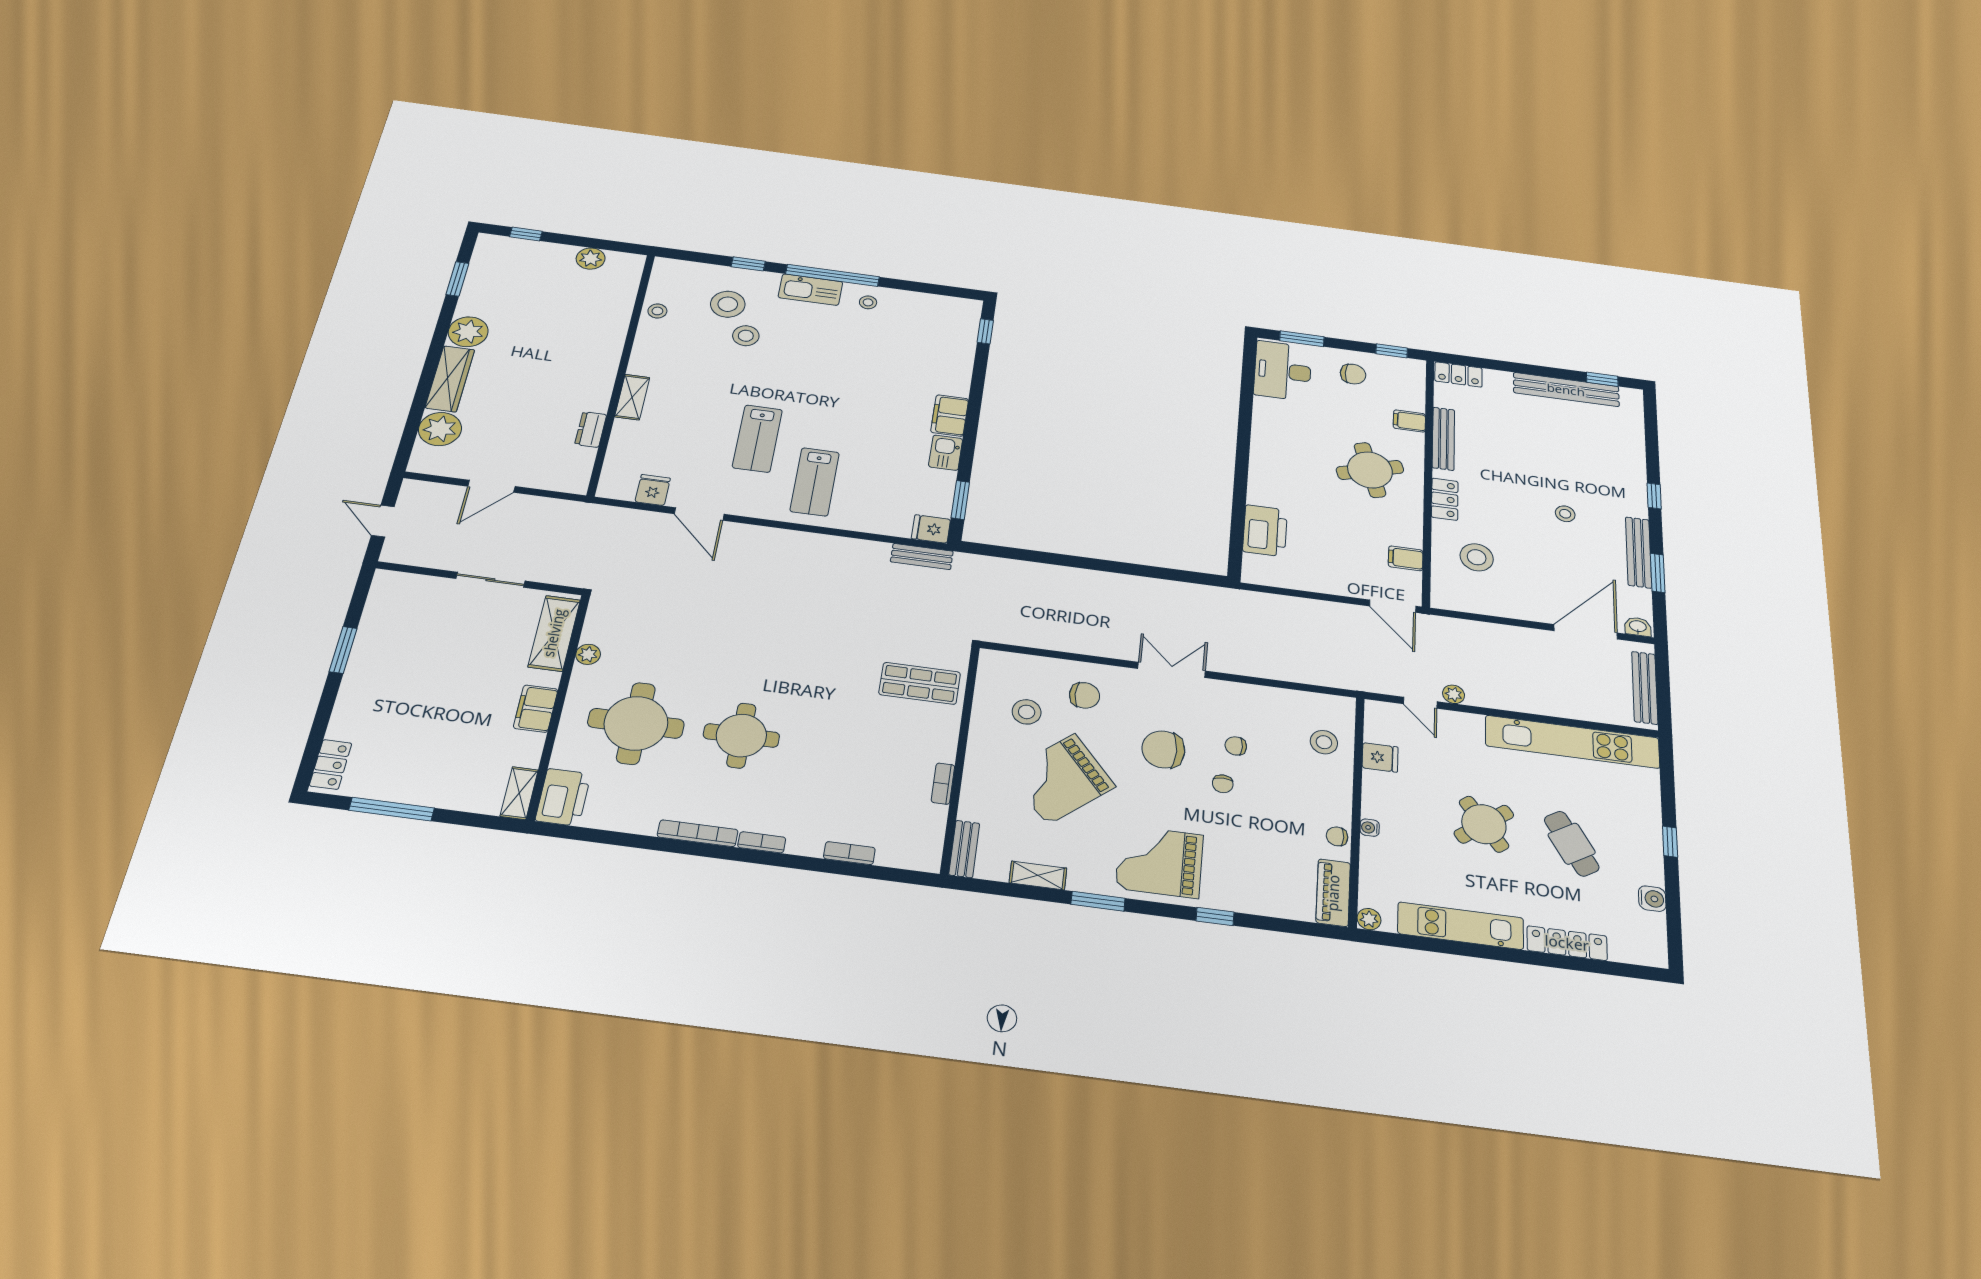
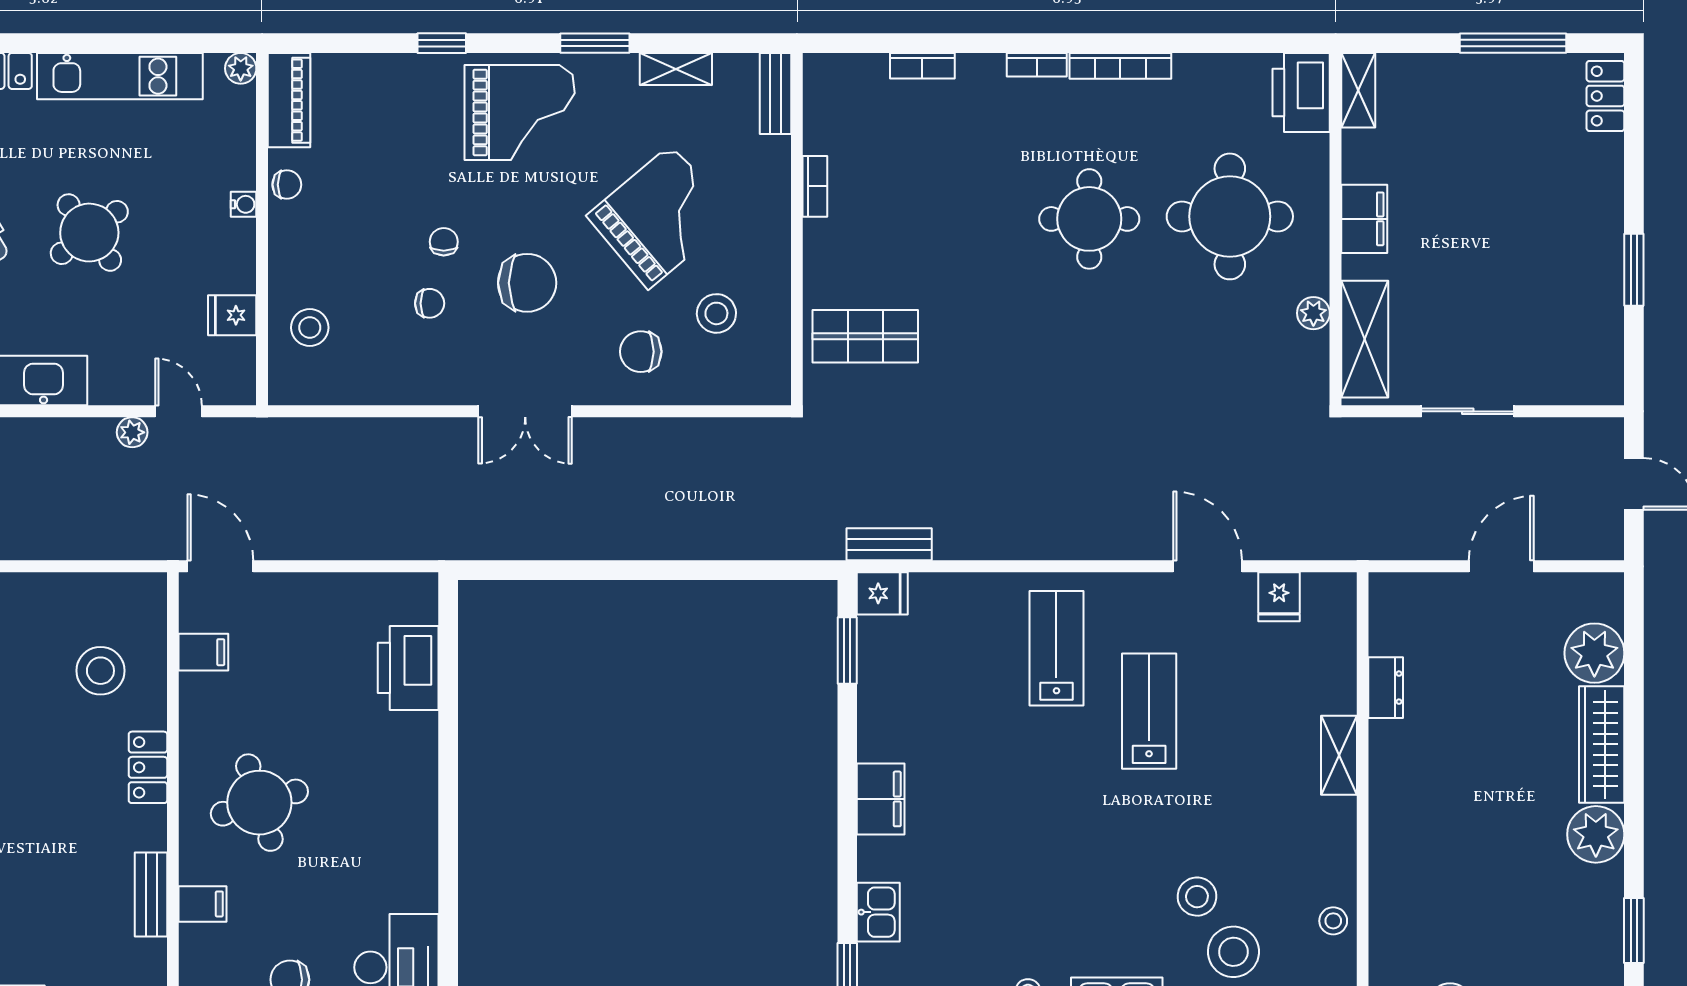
bench: (1443, 439) -> (151, 895), width x0.73
kitchen sink: (946, 453) -> (878, 912), moved

